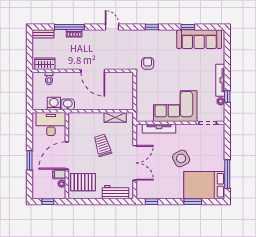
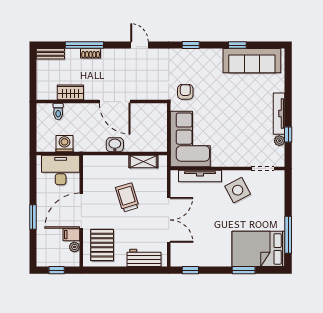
wardrobe: (45, 64) -> (70, 92), moved
washbasin: (68, 104) -> (115, 145), moved
corner sofa: (175, 106) -> (190, 139), moved, turned 90
side table: (181, 158) -> (238, 190), moved
pallet: (83, 182) -> (102, 245), turned 90

